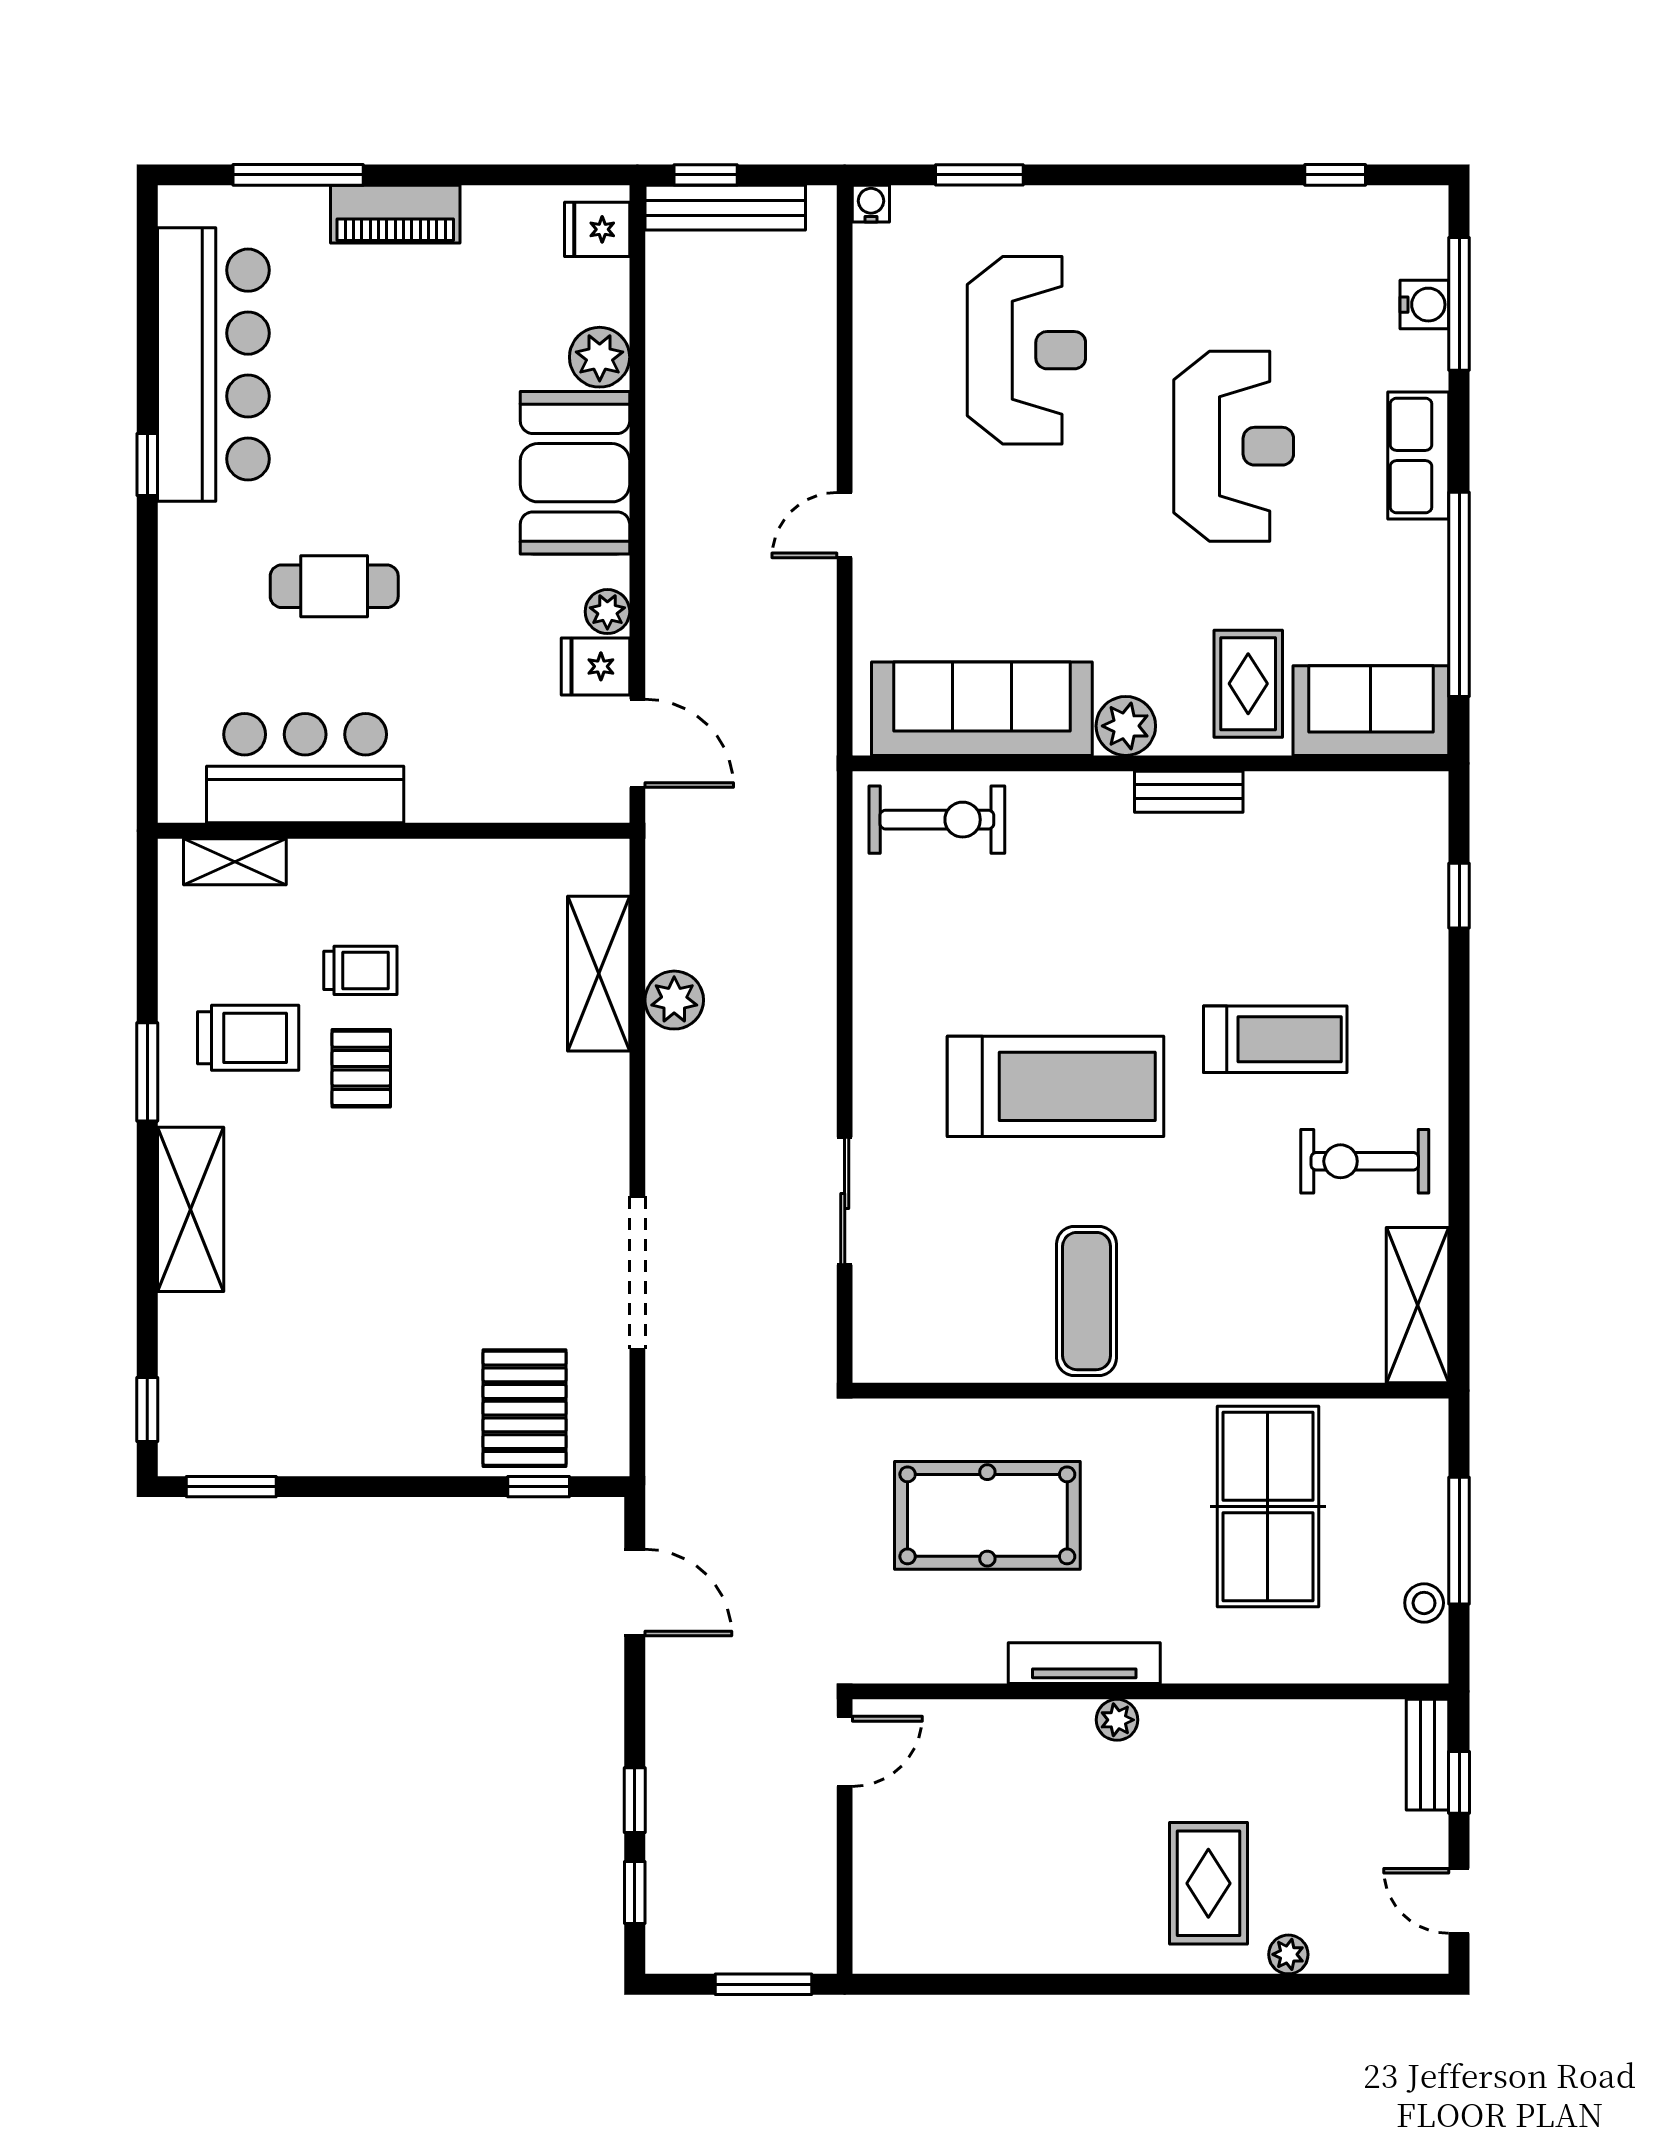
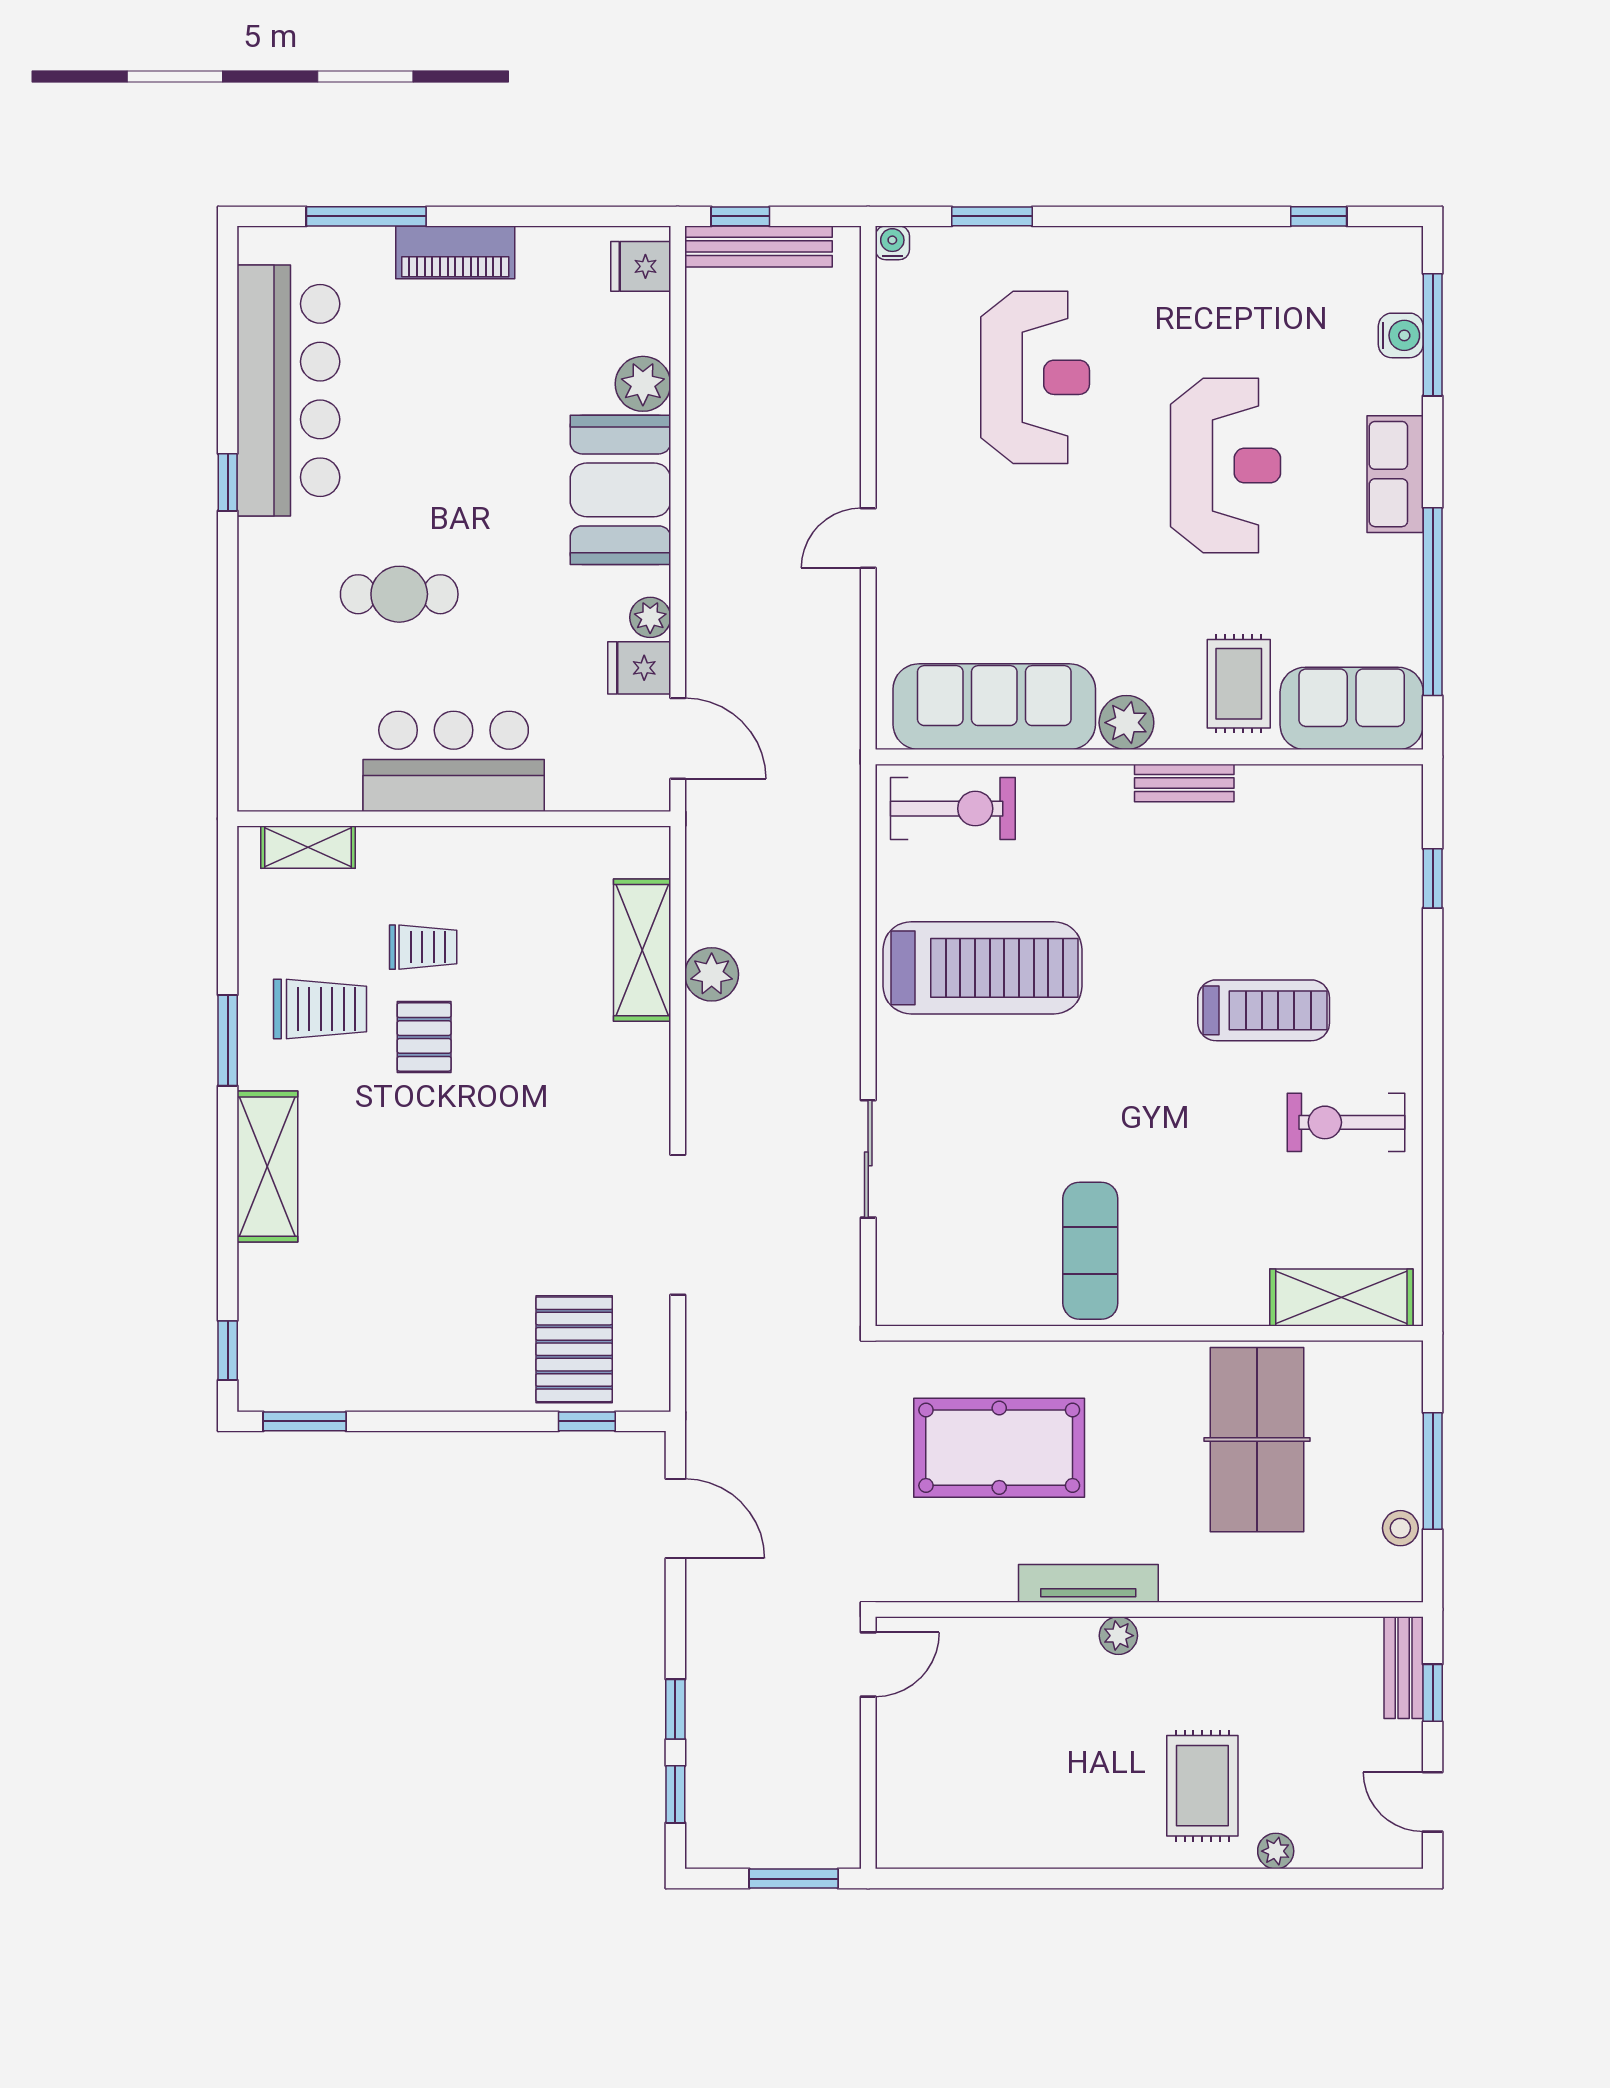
bar counter: (305, 768) -> (454, 761), moved
treadmill: (1056, 1086) -> (982, 968), moved
shelving: (1418, 1305) -> (1341, 1297), moved, turned 90

